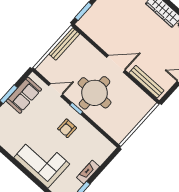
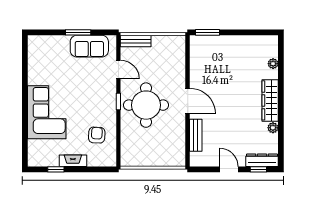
bench: (64, 44) -> (136, 41), moved, width x0.73
bench: (146, 82) -> (196, 135), width x0.73
armchair: (67, 128) -> (97, 135), moved, turned 93

